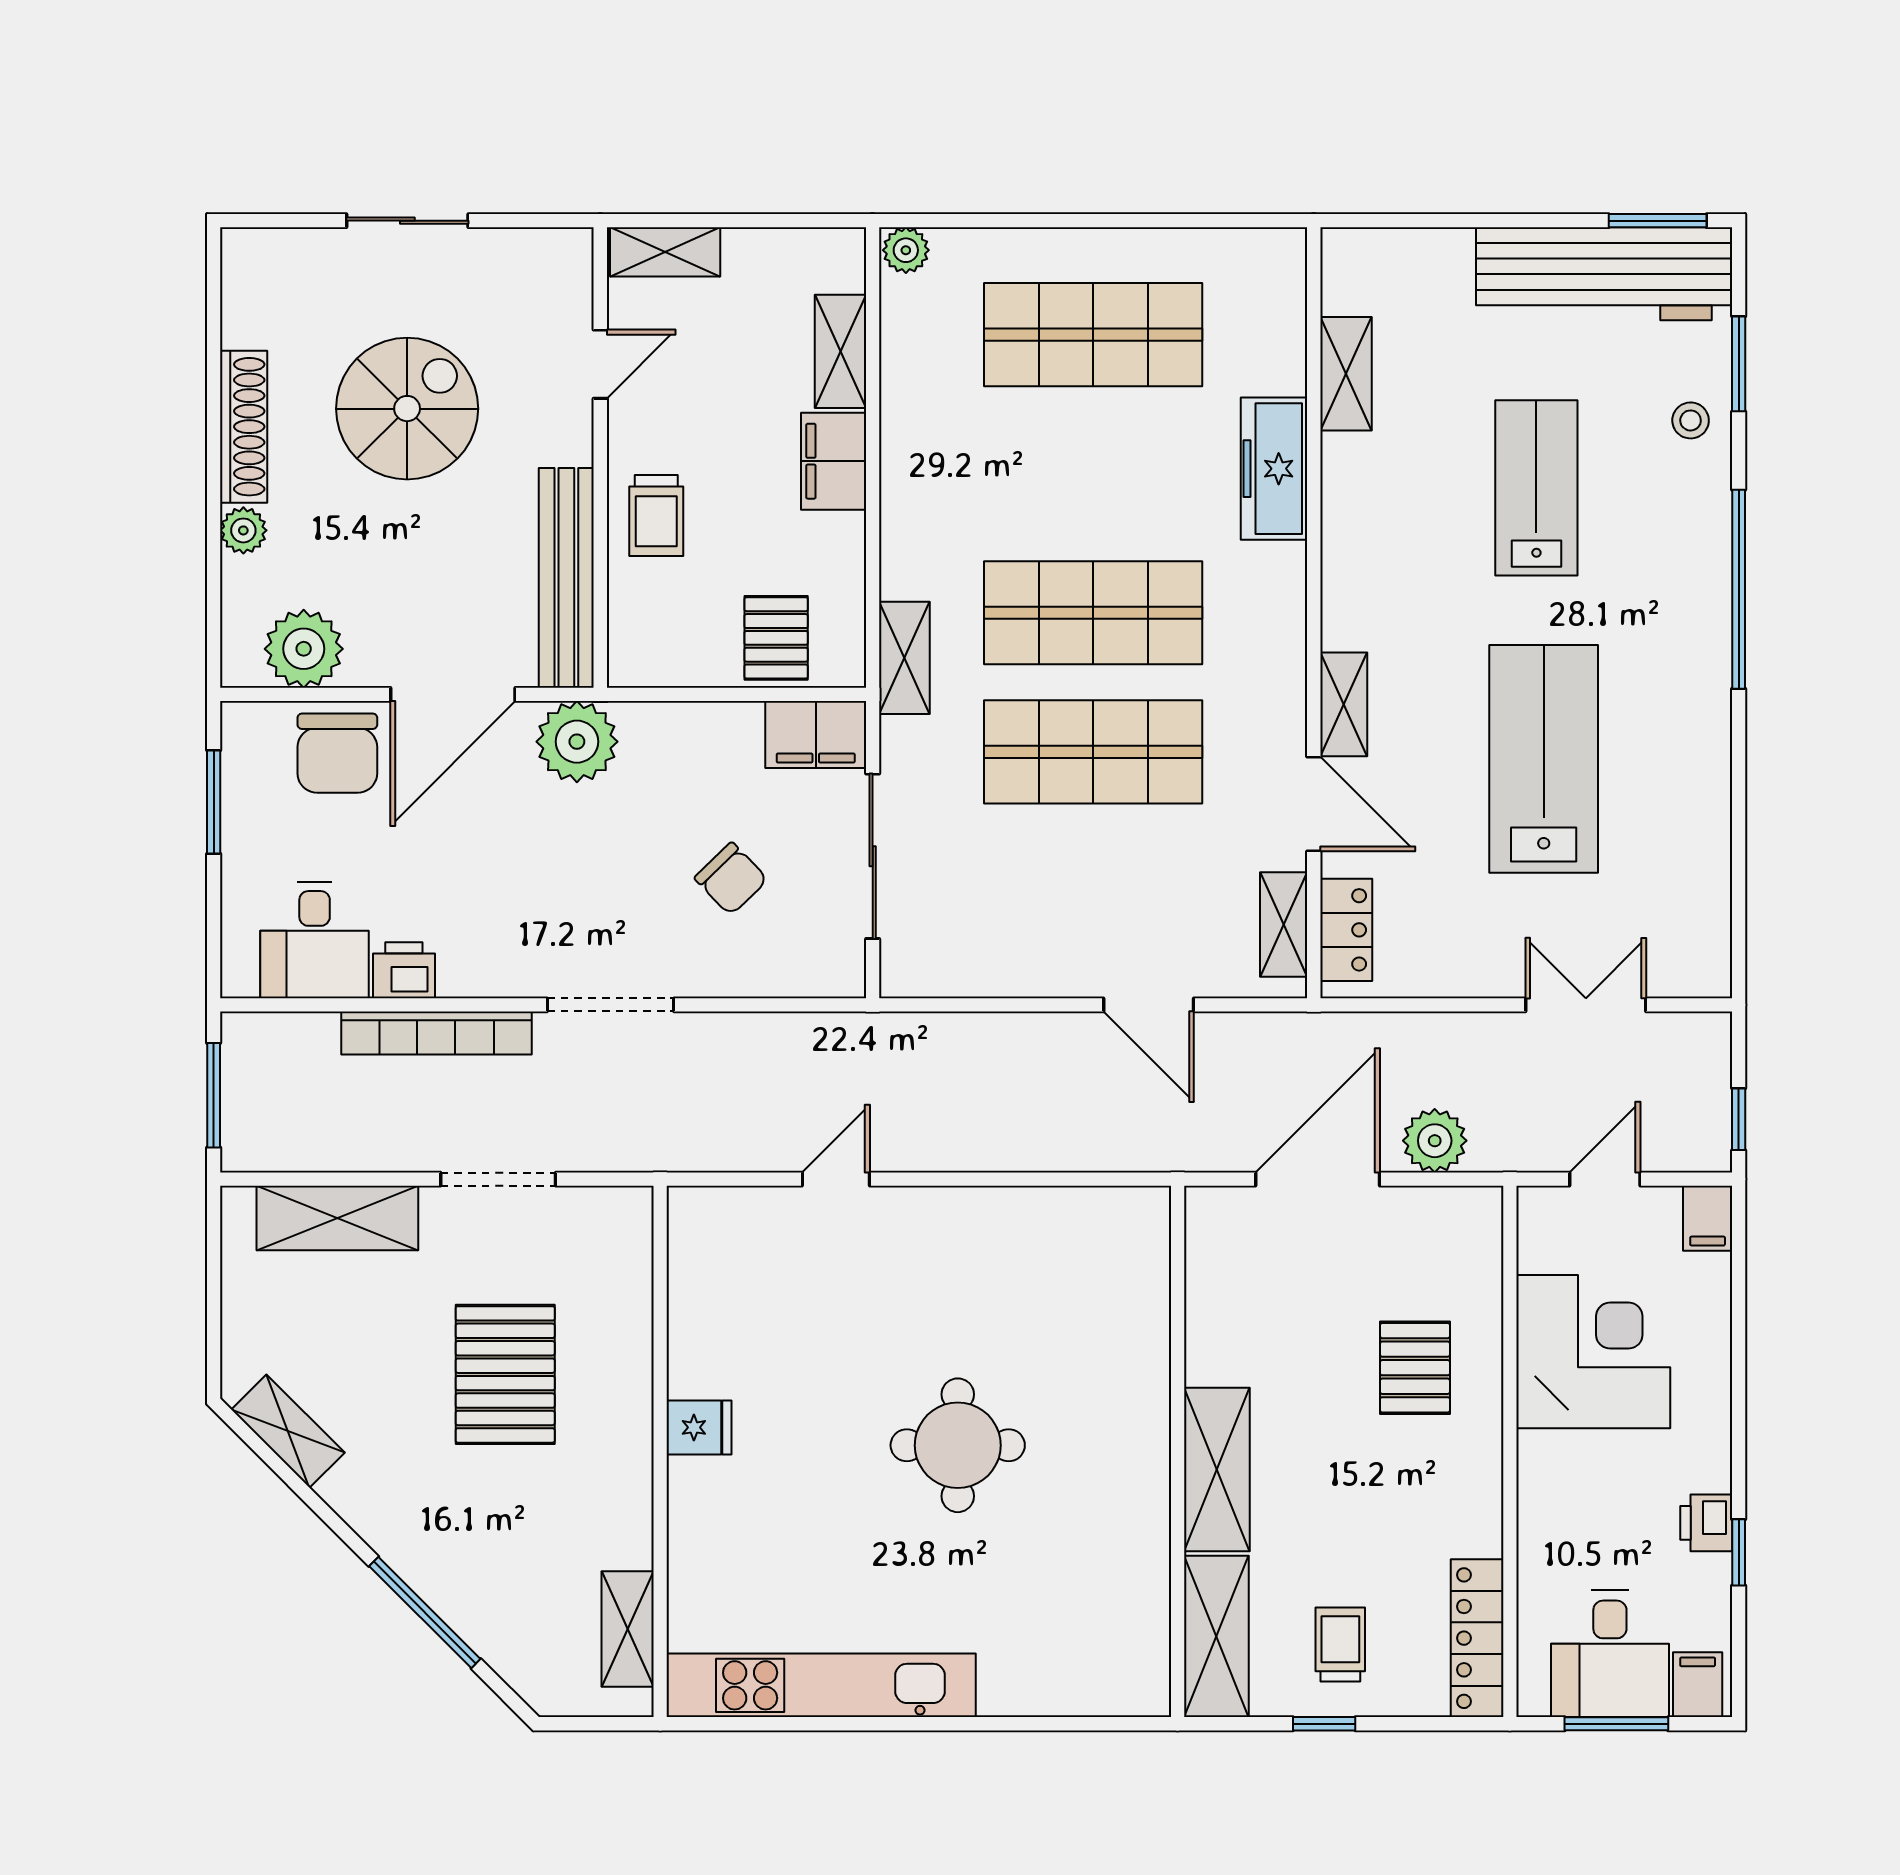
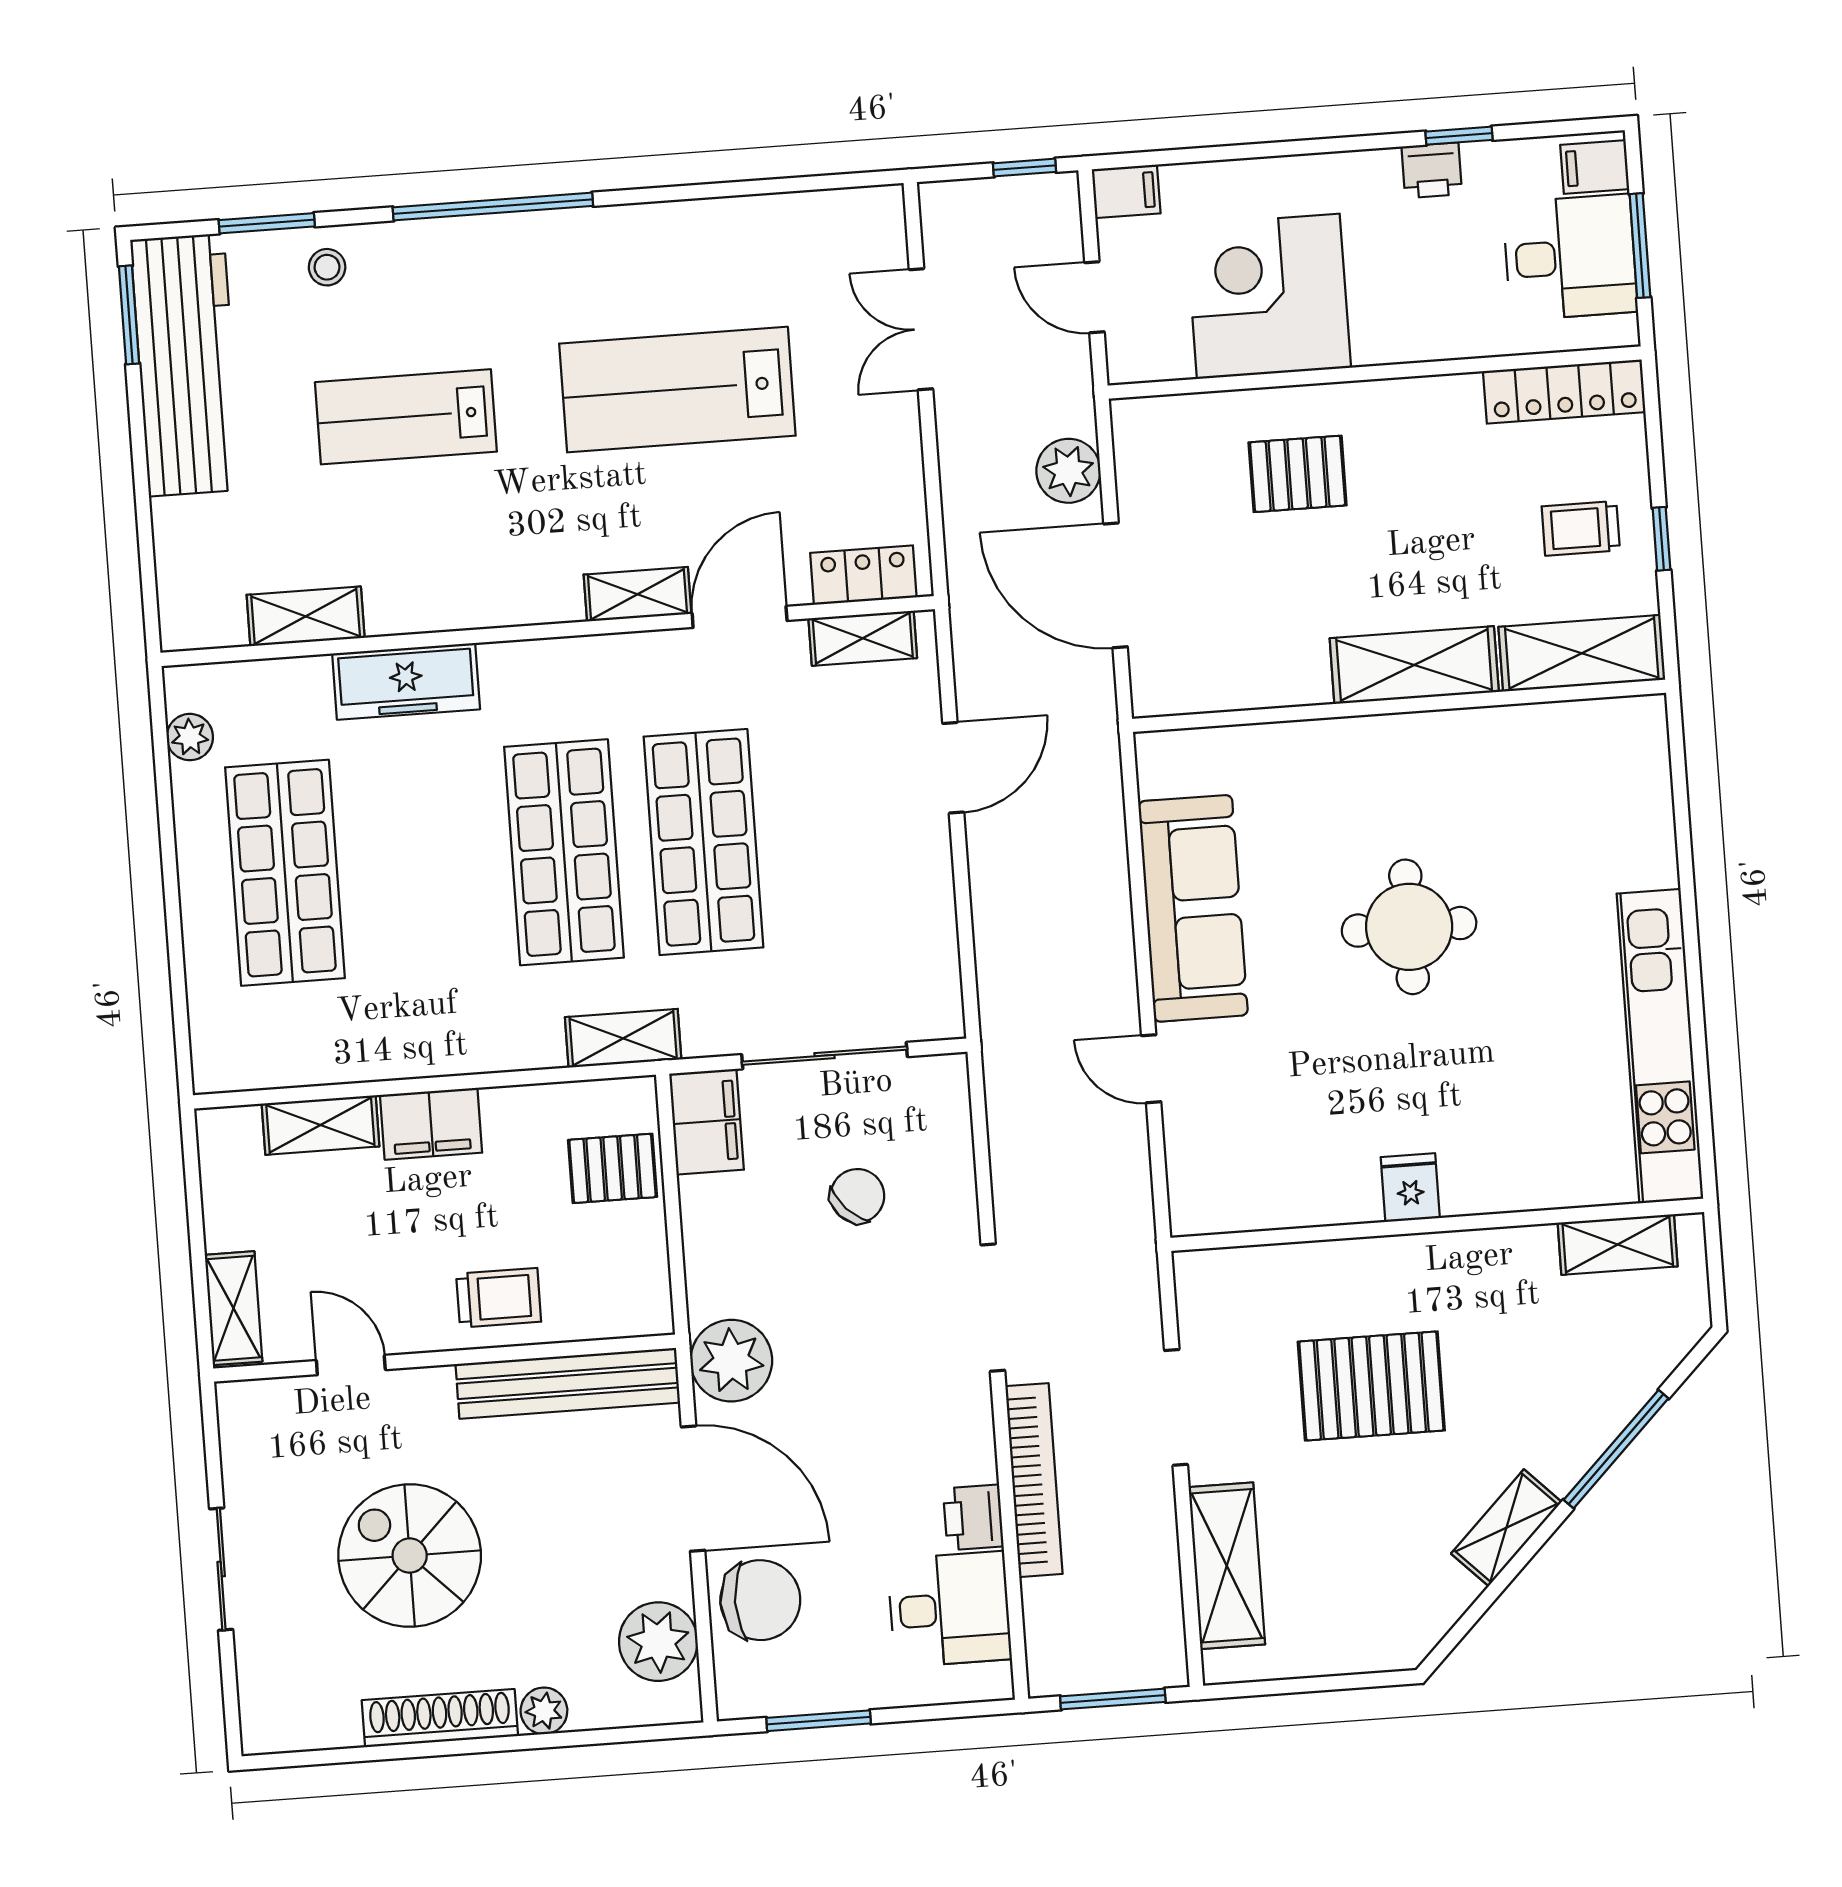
plant: (906, 250) -> (190, 737), moved
sofa: (992, 1232) -> (1193, 908), added
shelving: (288, 1431) -> (1506, 1528), moved

